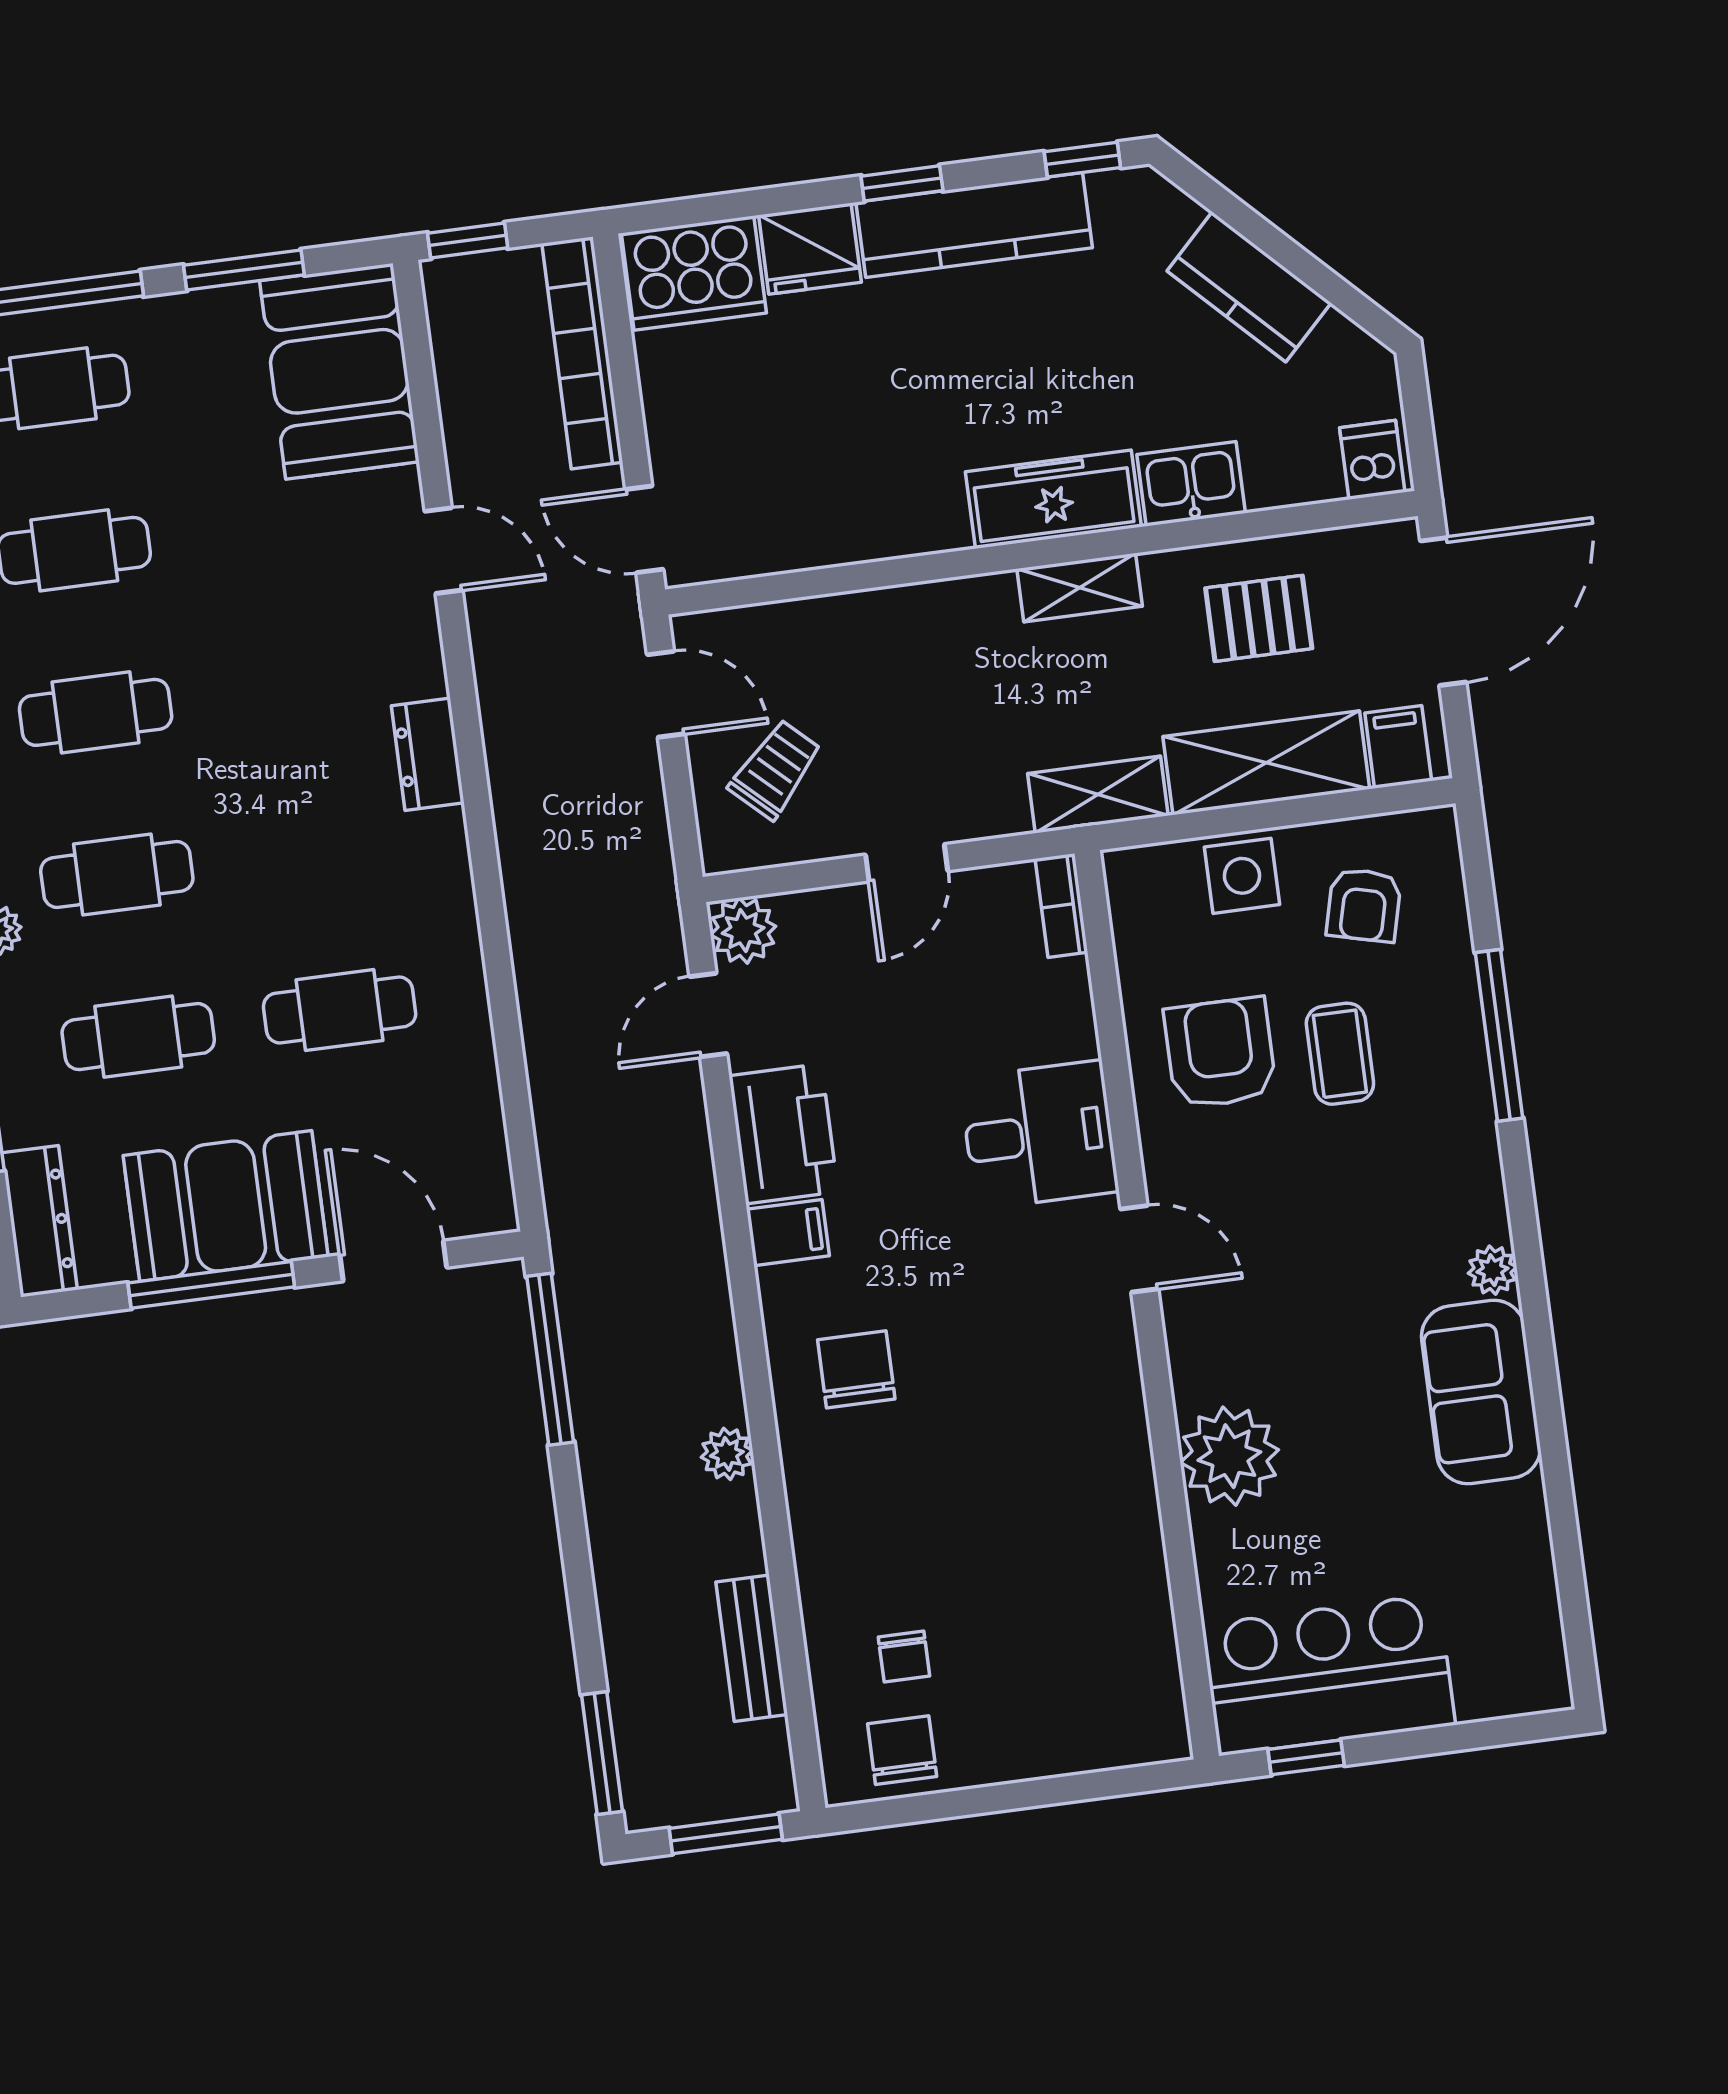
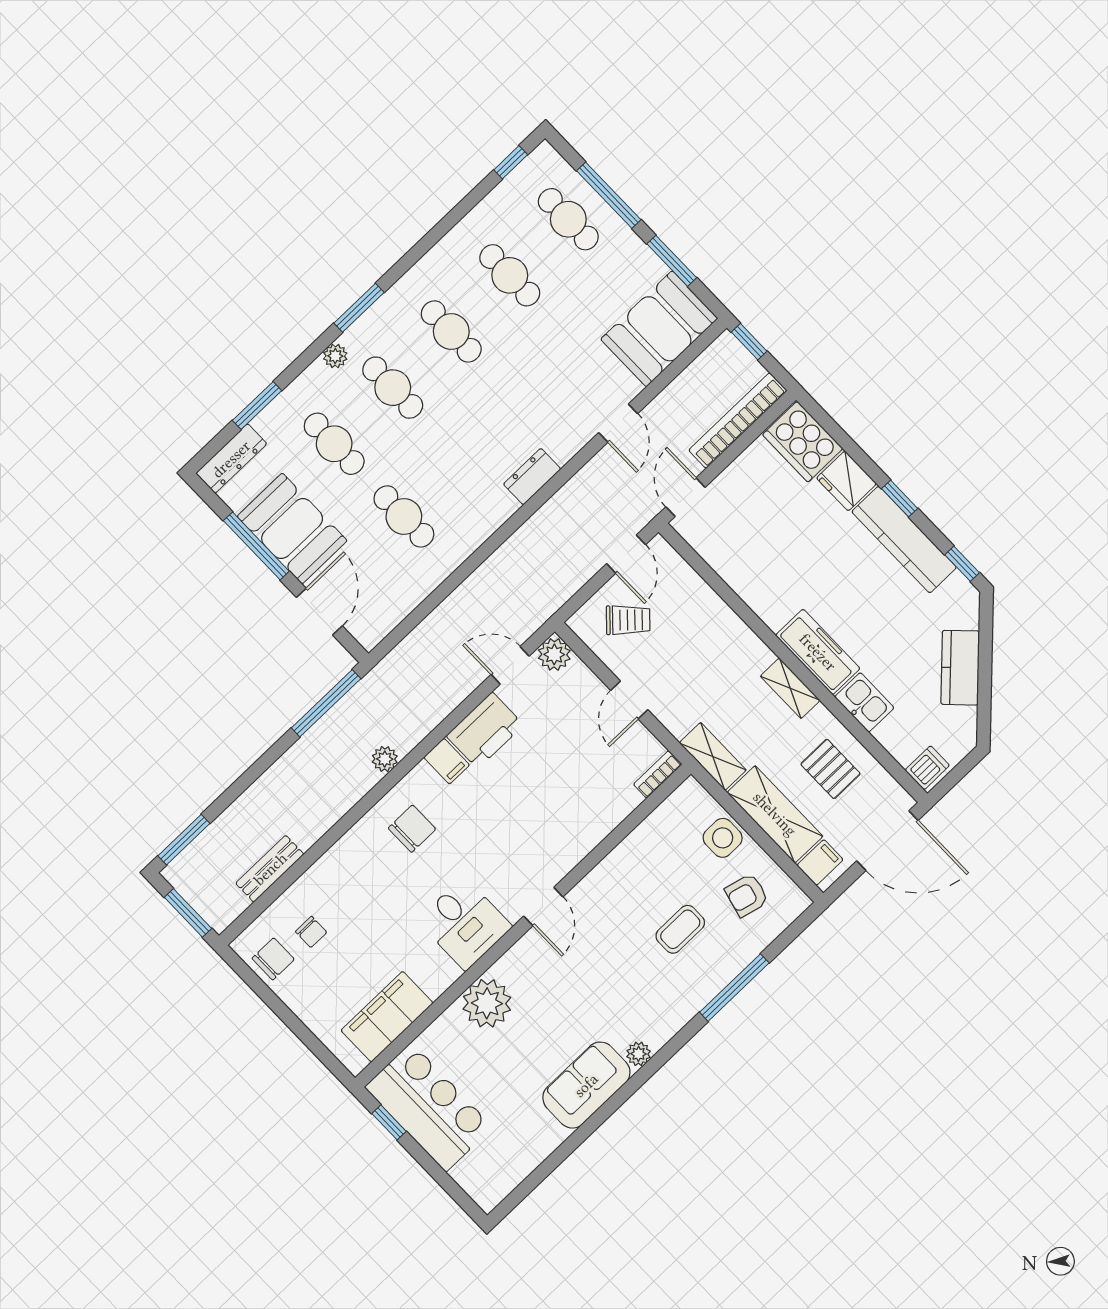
door: (907, 863) -> (629, 700), hinge flipped
armchair: (1220, 1053) -> (645, 881), removed
desk: (1039, 1135) -> (465, 924), moved
plant: (727, 1454) -> (385, 759), moved
filing cabinet: (1132, 1634) -> (387, 1017), added
chair: (904, 1656) -> (311, 932), turned -90

